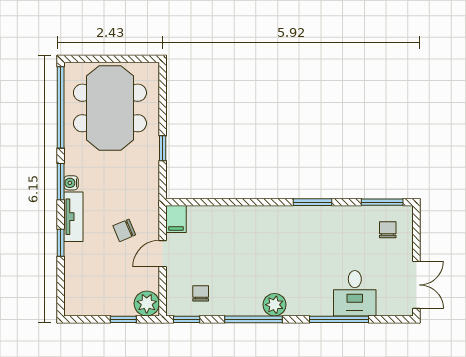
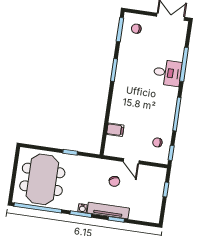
meeting table: (110, 108) -> (42, 179), turned 90
tv unit: (73, 217) -> (108, 211), width x1.41
filing cabinet: (176, 219) -> (115, 130), moved
desk: (355, 293) -> (167, 73), moved
plant: (147, 303) -> (159, 175), removed
plant: (274, 305) -> (170, 101), removed

